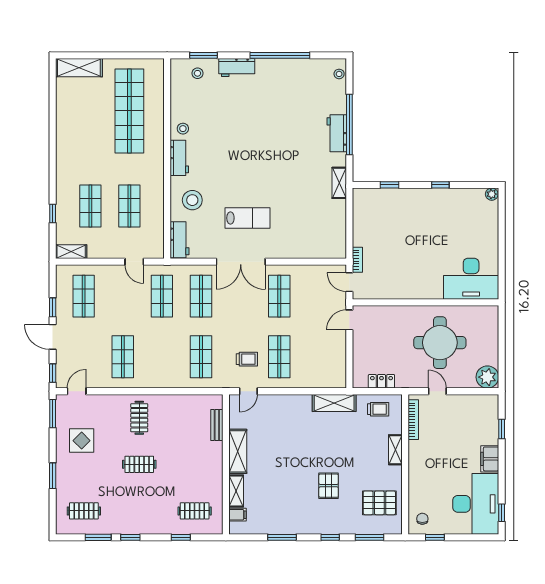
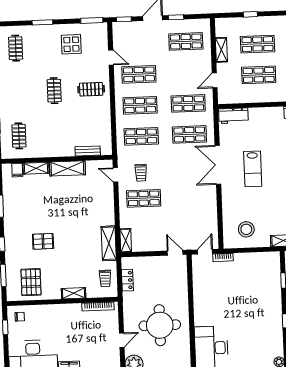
stool: (192, 200) -> (246, 229), moved
shelving: (71, 252) -> (221, 50), moved
shop shelf: (279, 296) -> (140, 105), moved
shelving: (331, 381) -> (126, 240), added
door: (77, 391) -> (111, 58), moved
door: (437, 391) -> (122, 340), moved

